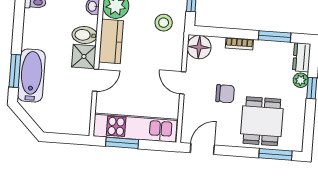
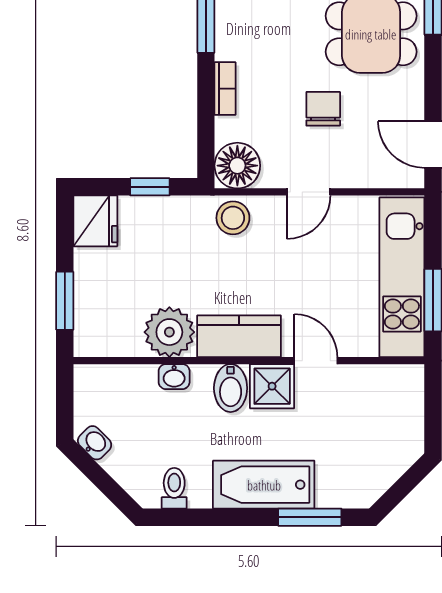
stool: (164, 23) -> (233, 218), moved
bathtub: (31, 76) -> (264, 485), moved

